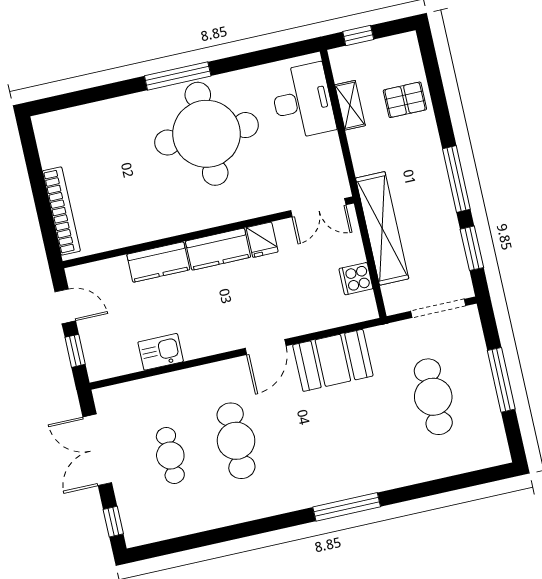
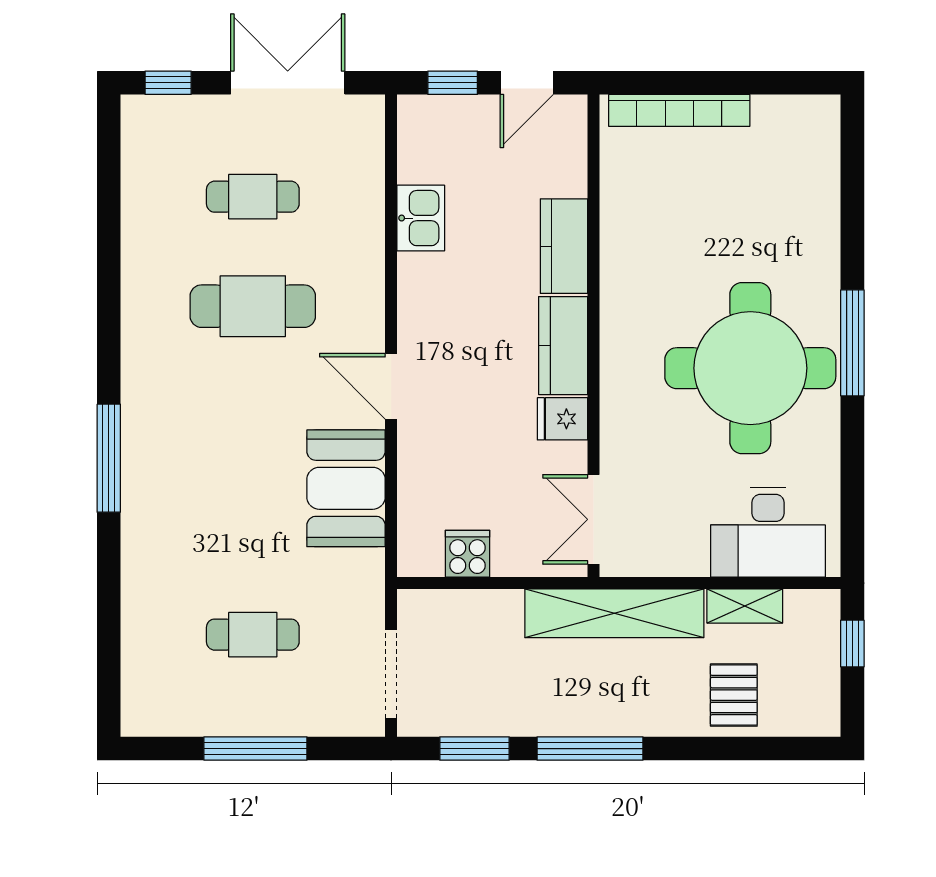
shelving: (382, 228) -> (614, 613), moved
cafe table: (433, 397) -> (253, 635), width x0.73, depth x0.74

